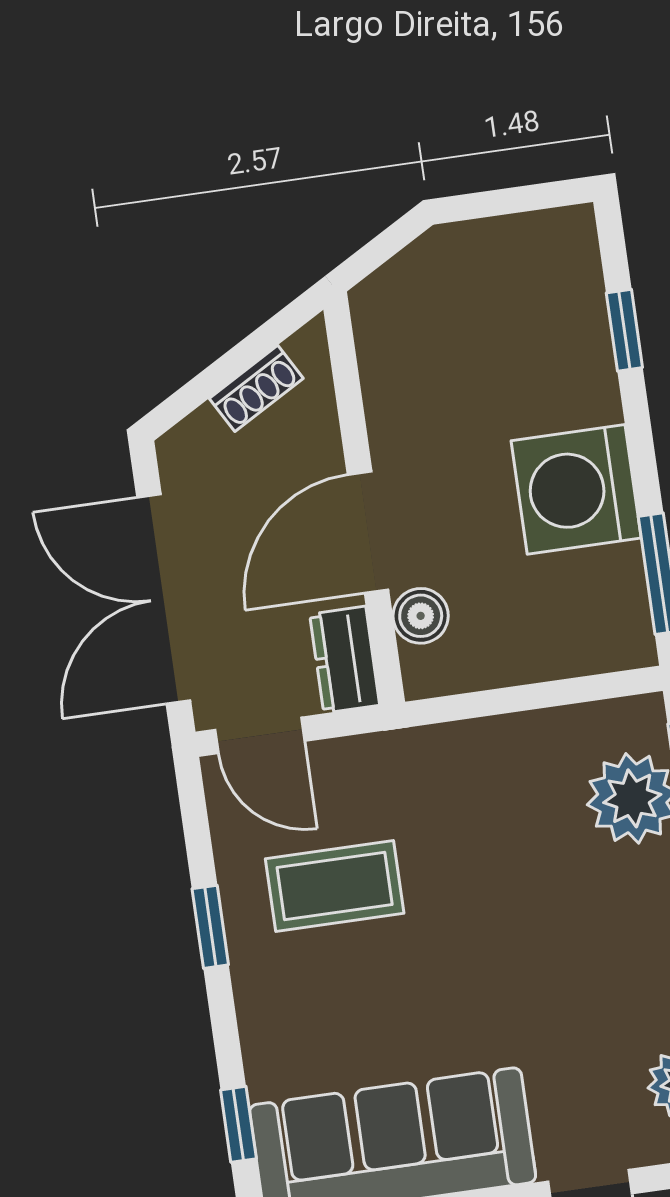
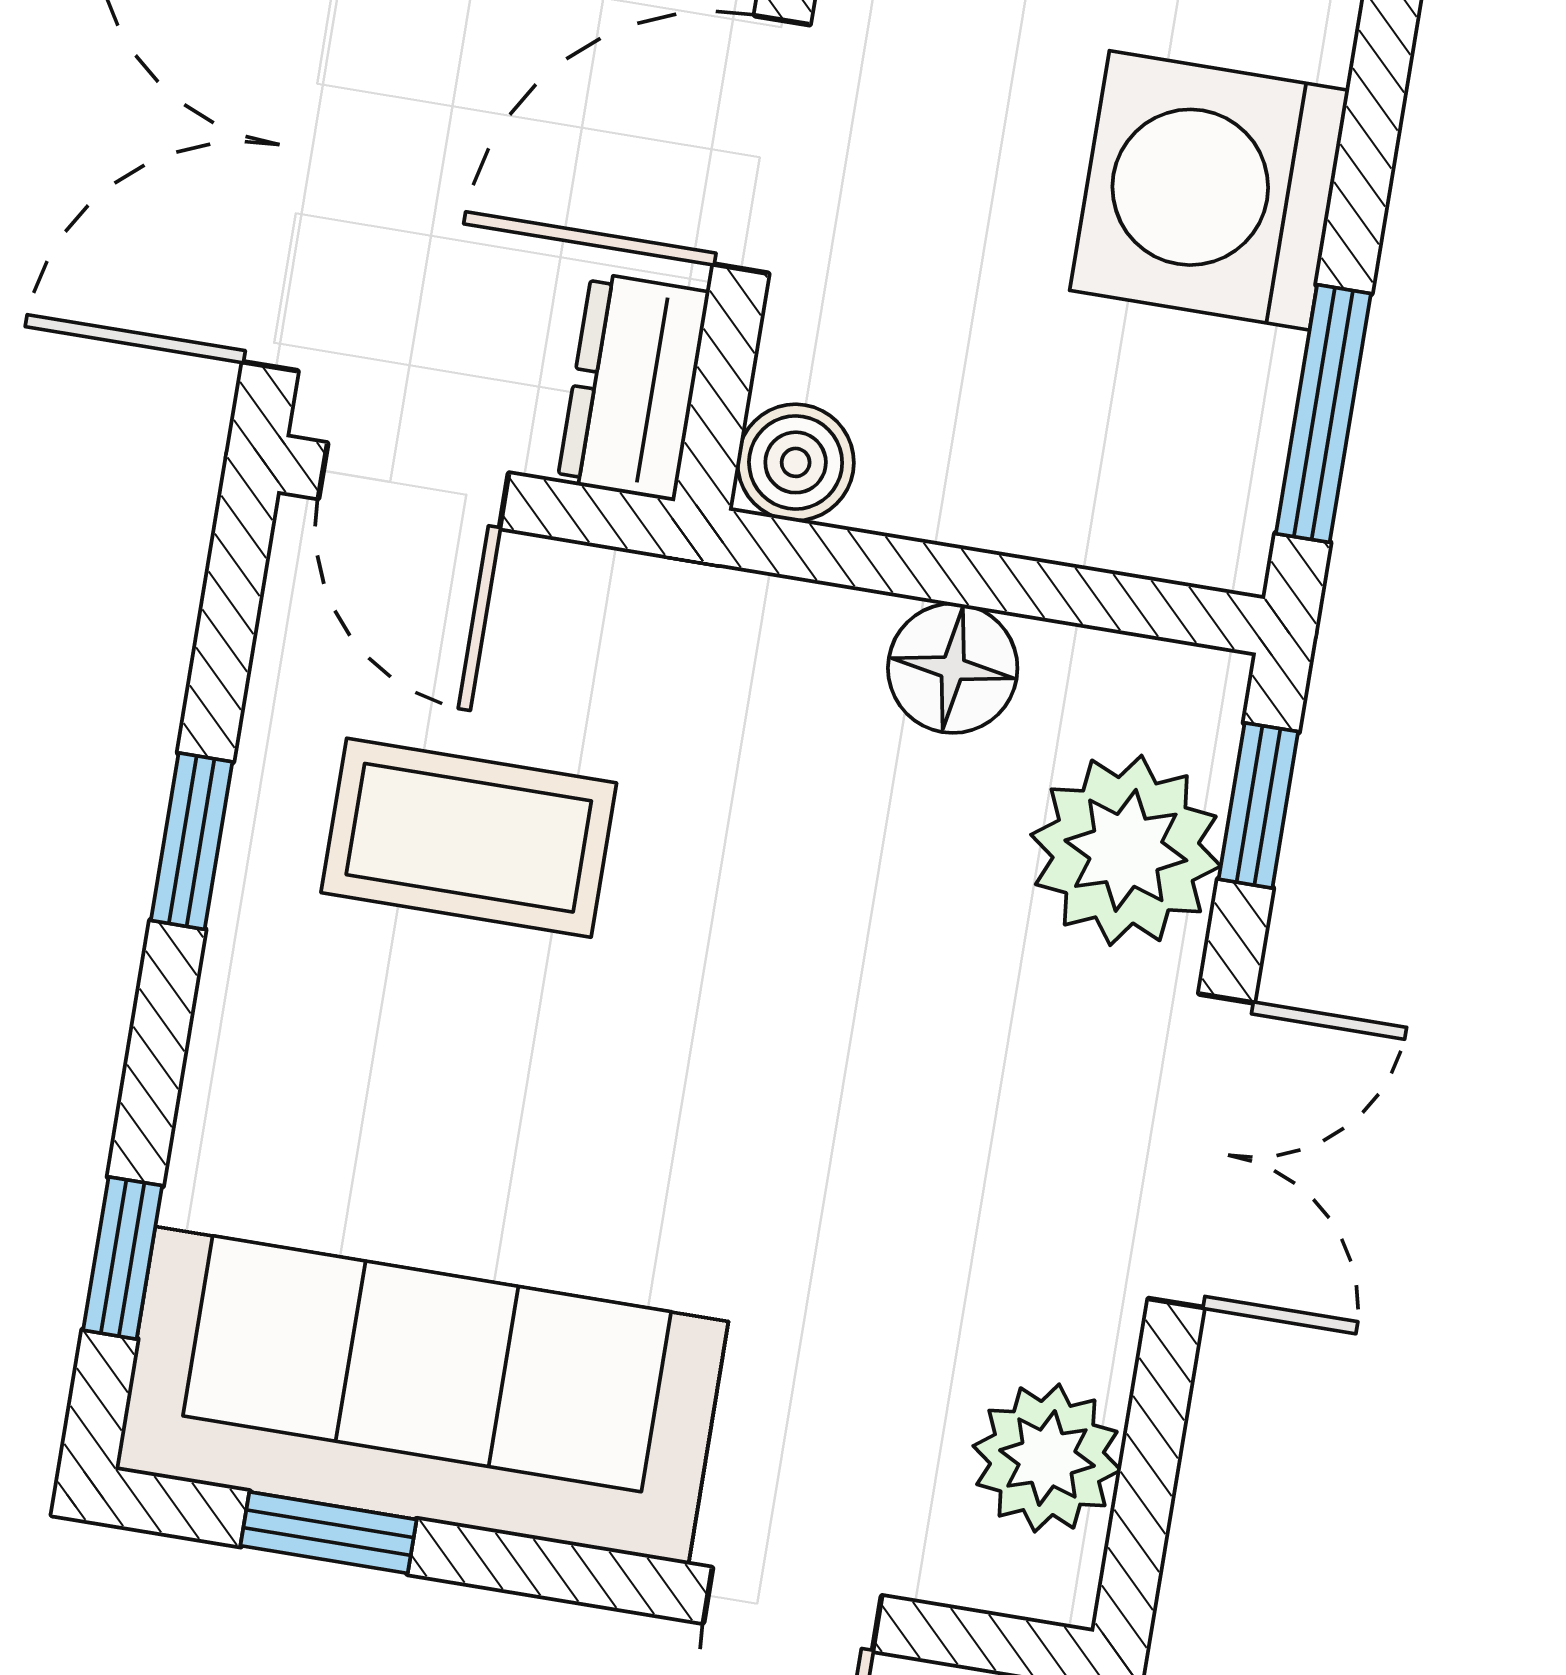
boiler: (421, 616) -> (796, 462), moved
floor lamp: (528, 741) -> (953, 668), added

